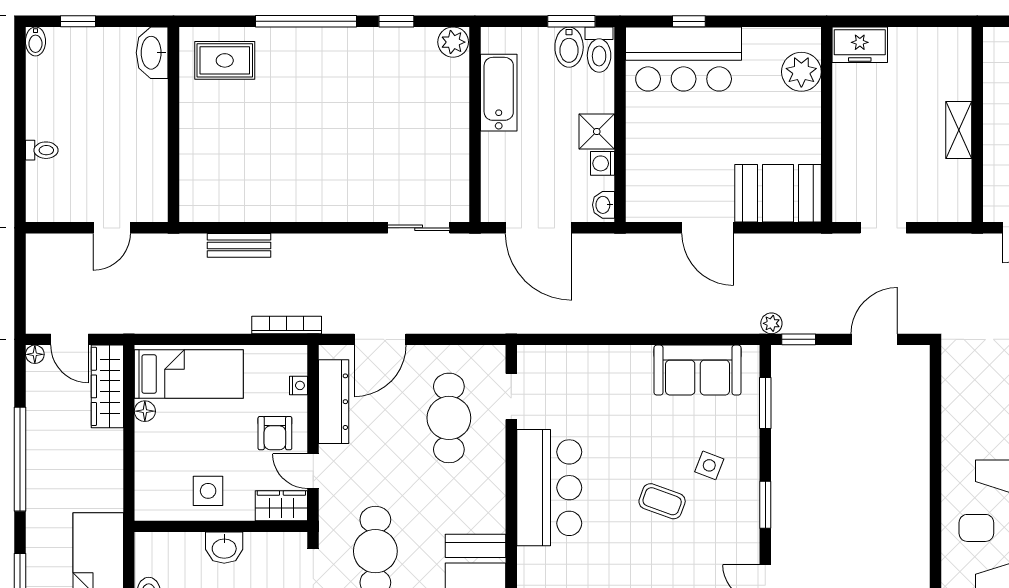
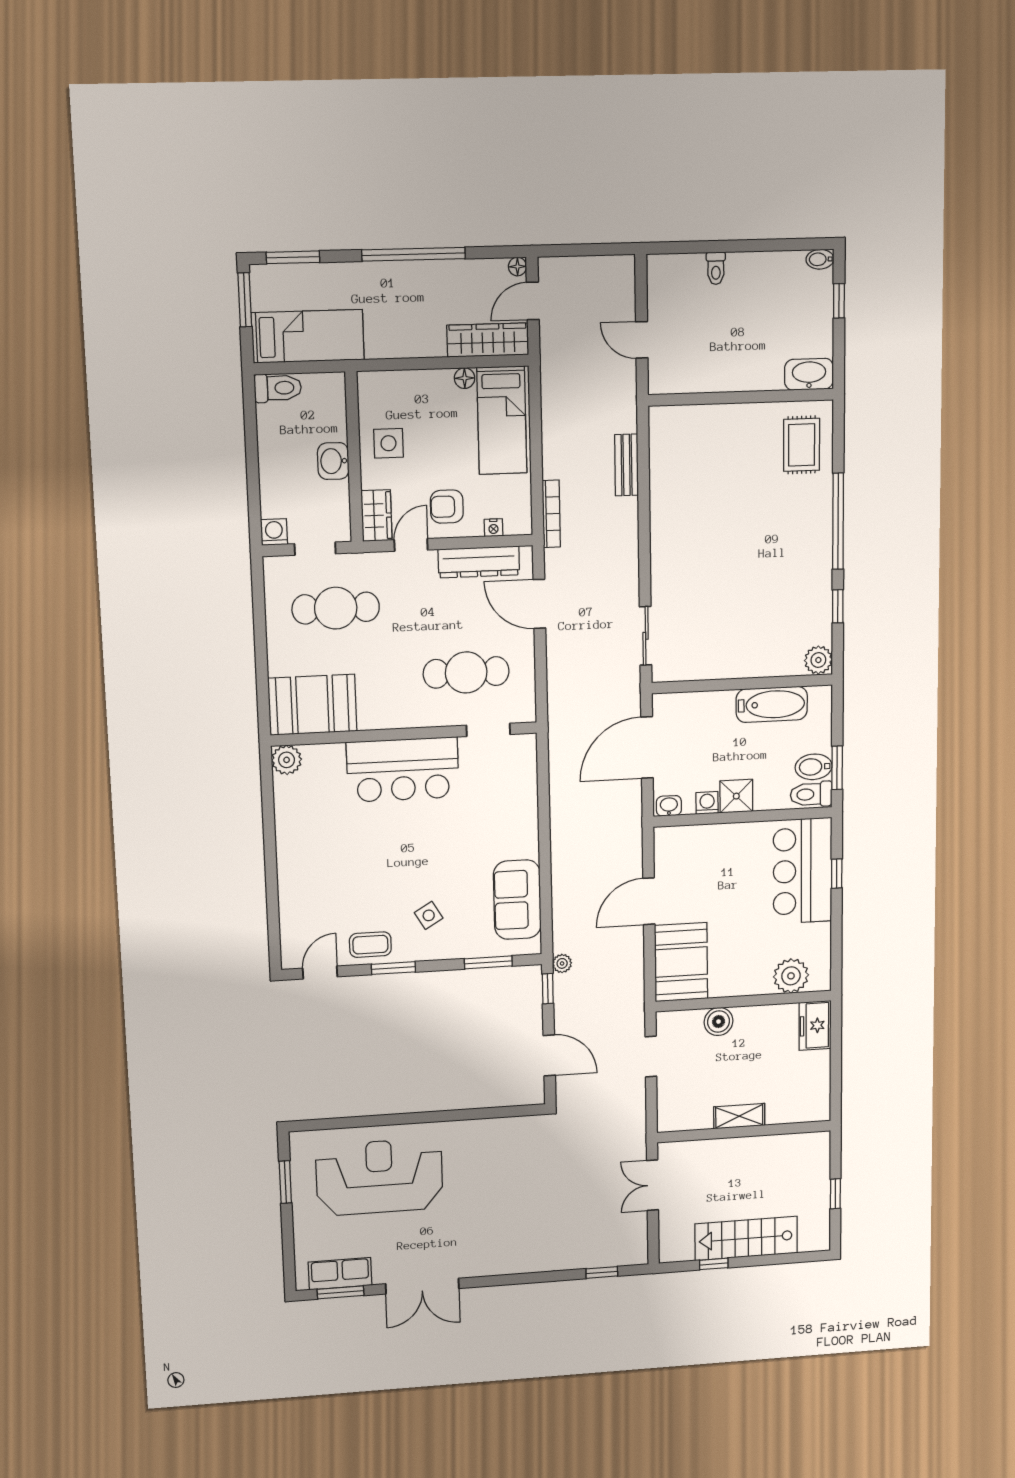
boiler: (848, 153) -> (719, 1022), added
side table: (709, 465) -> (429, 915), turned 38
coffee table: (662, 501) -> (370, 945), moved, turned 70

